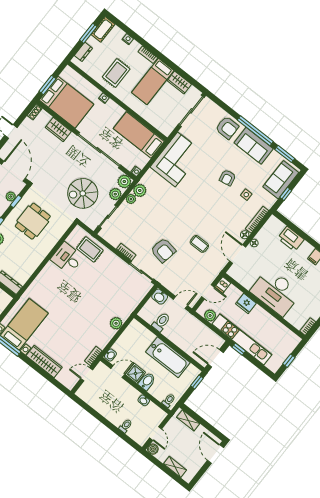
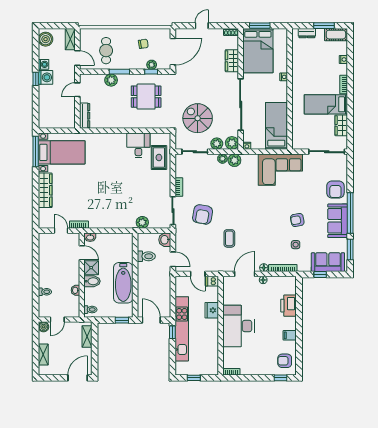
rug: (116, 73) -> (310, 71), removed
plant: (210, 315) -> (181, 290), removed
plant: (116, 323) -> (142, 222), moved

